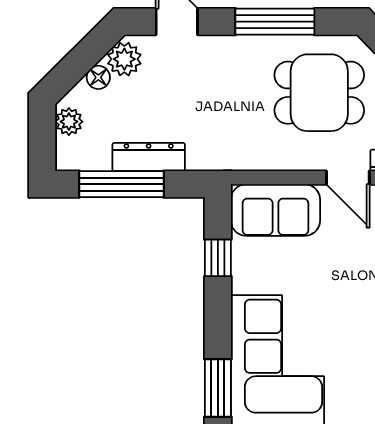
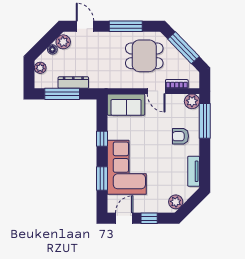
window: (218, 258) -> (102, 139), moved

